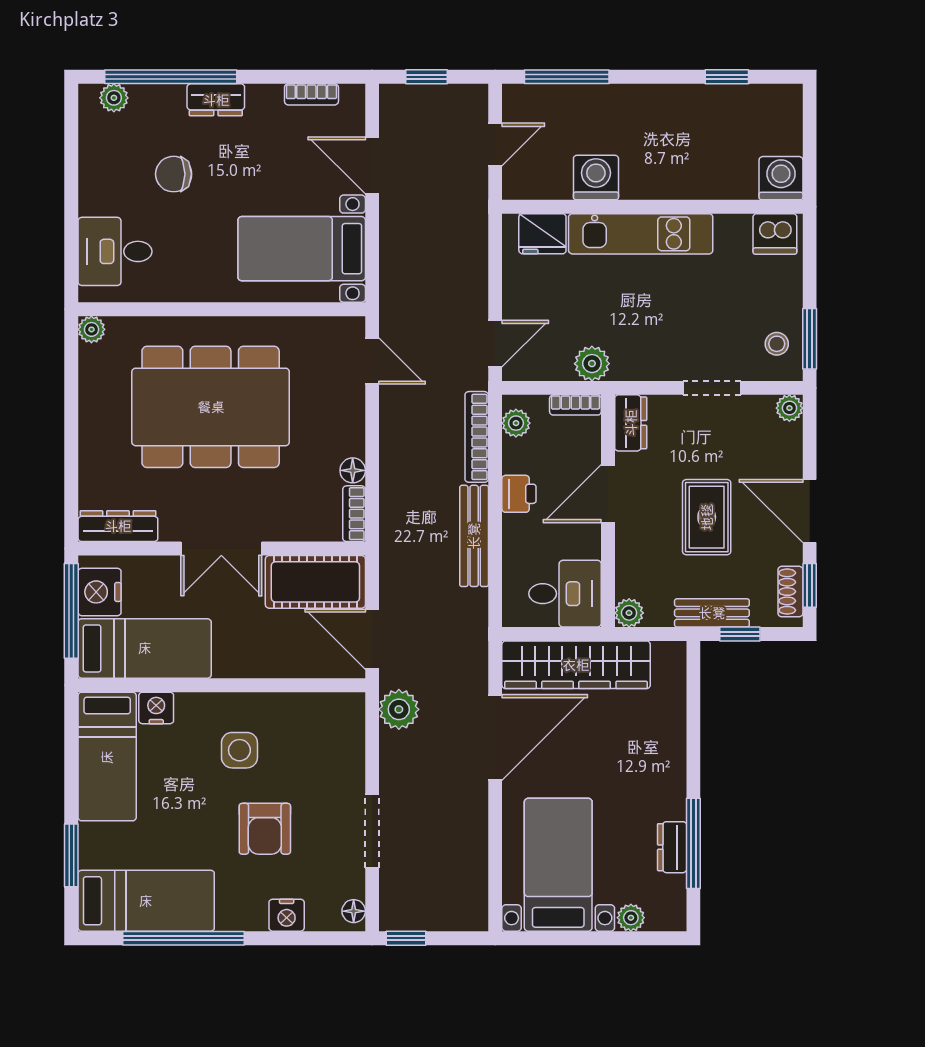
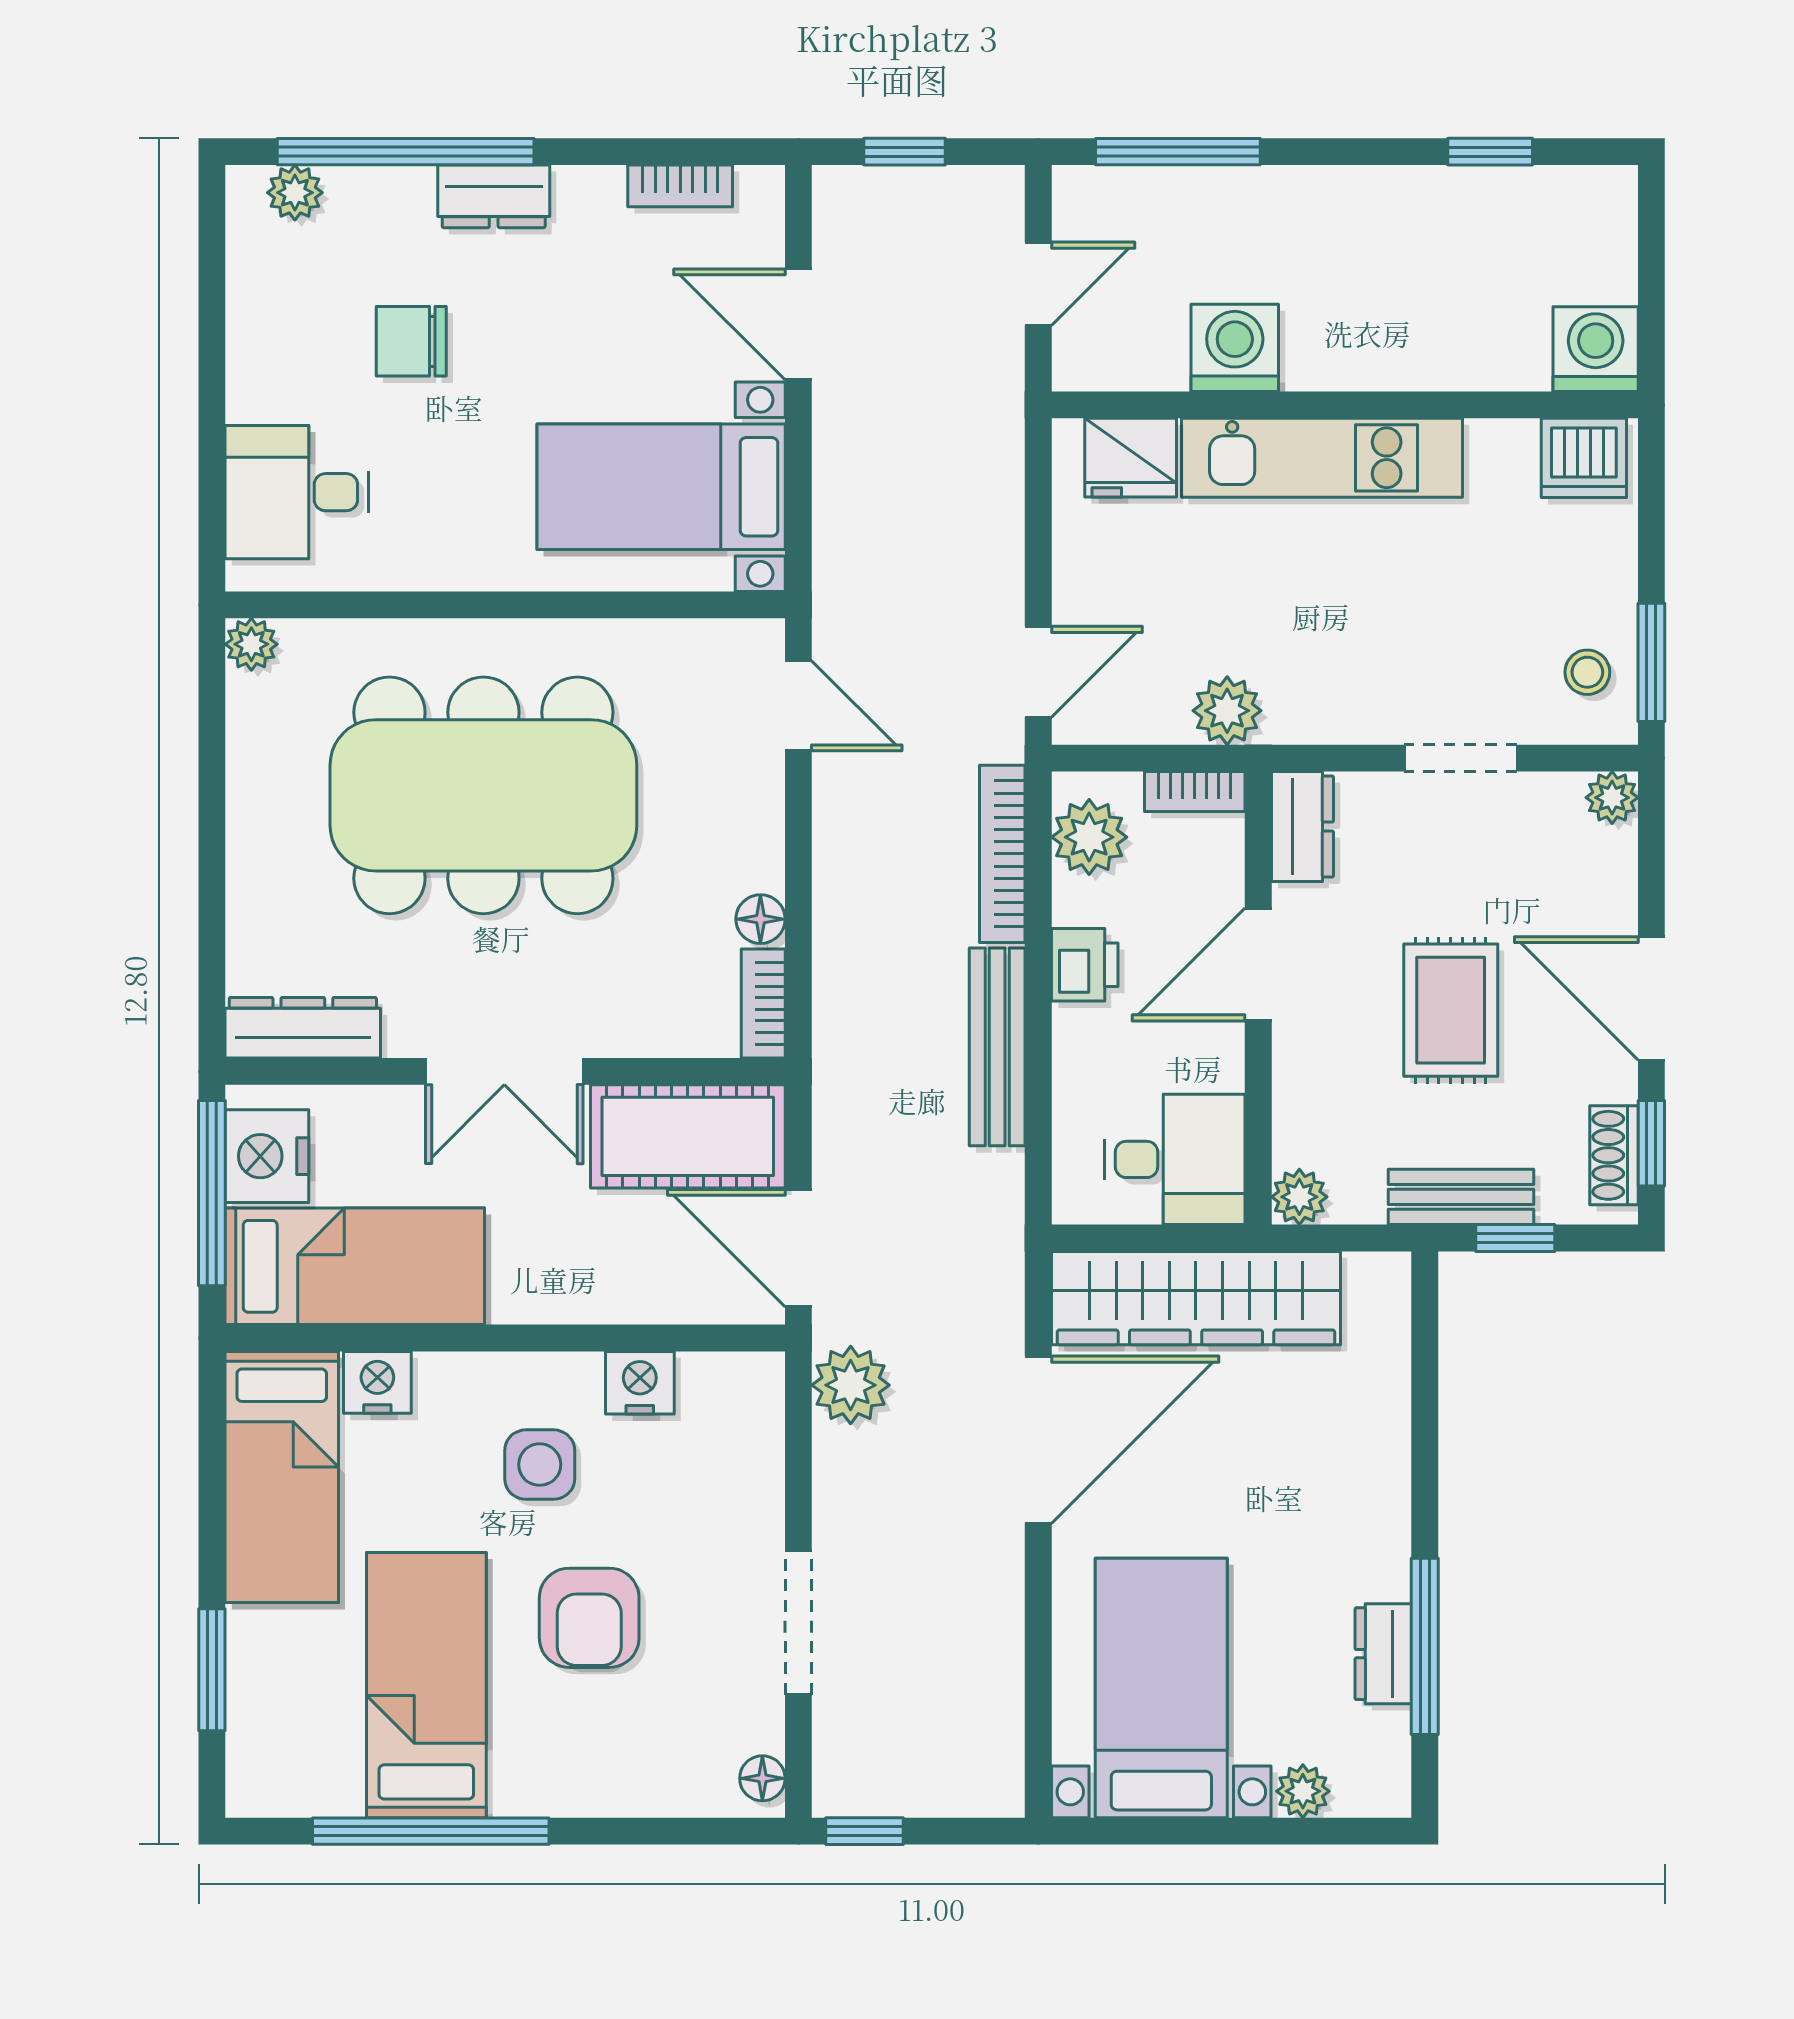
plant: (516, 423) -> (1089, 837), width x1.38, depth x1.38
bed: (146, 901) -> (426, 1685), moved, turned -90
nightstand: (287, 915) -> (640, 1383), moved, turned 180

